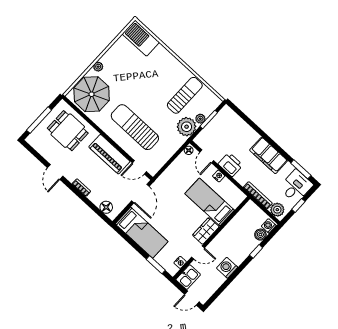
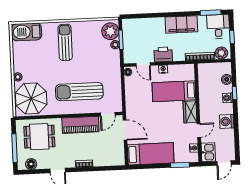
sun lounger: (185, 95) -> (65, 42), moved
plant: (187, 127) -> (110, 31), moved
floor lamp: (106, 207) -> (31, 164), moved
washing machine: (269, 226) -> (228, 98), moved

